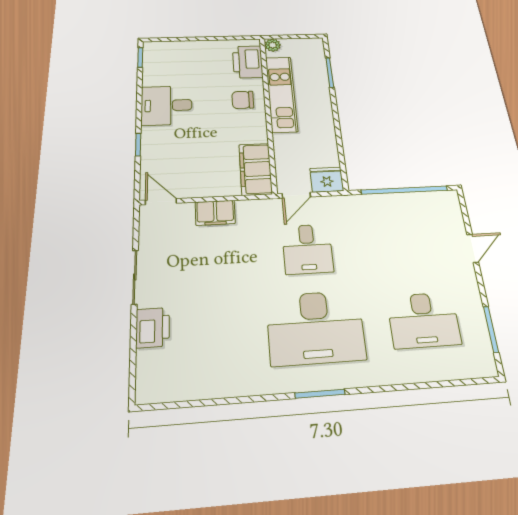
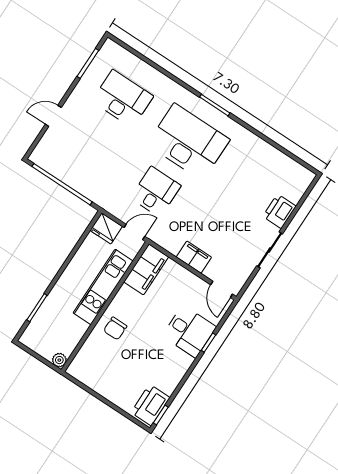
printer: (248, 62) -> (150, 405), moved, turned 180
kitchen unit: (281, 94) -> (103, 287), moved
chair: (243, 100) -> (115, 328), turned 90
desk: (166, 105) -> (189, 331), moved

